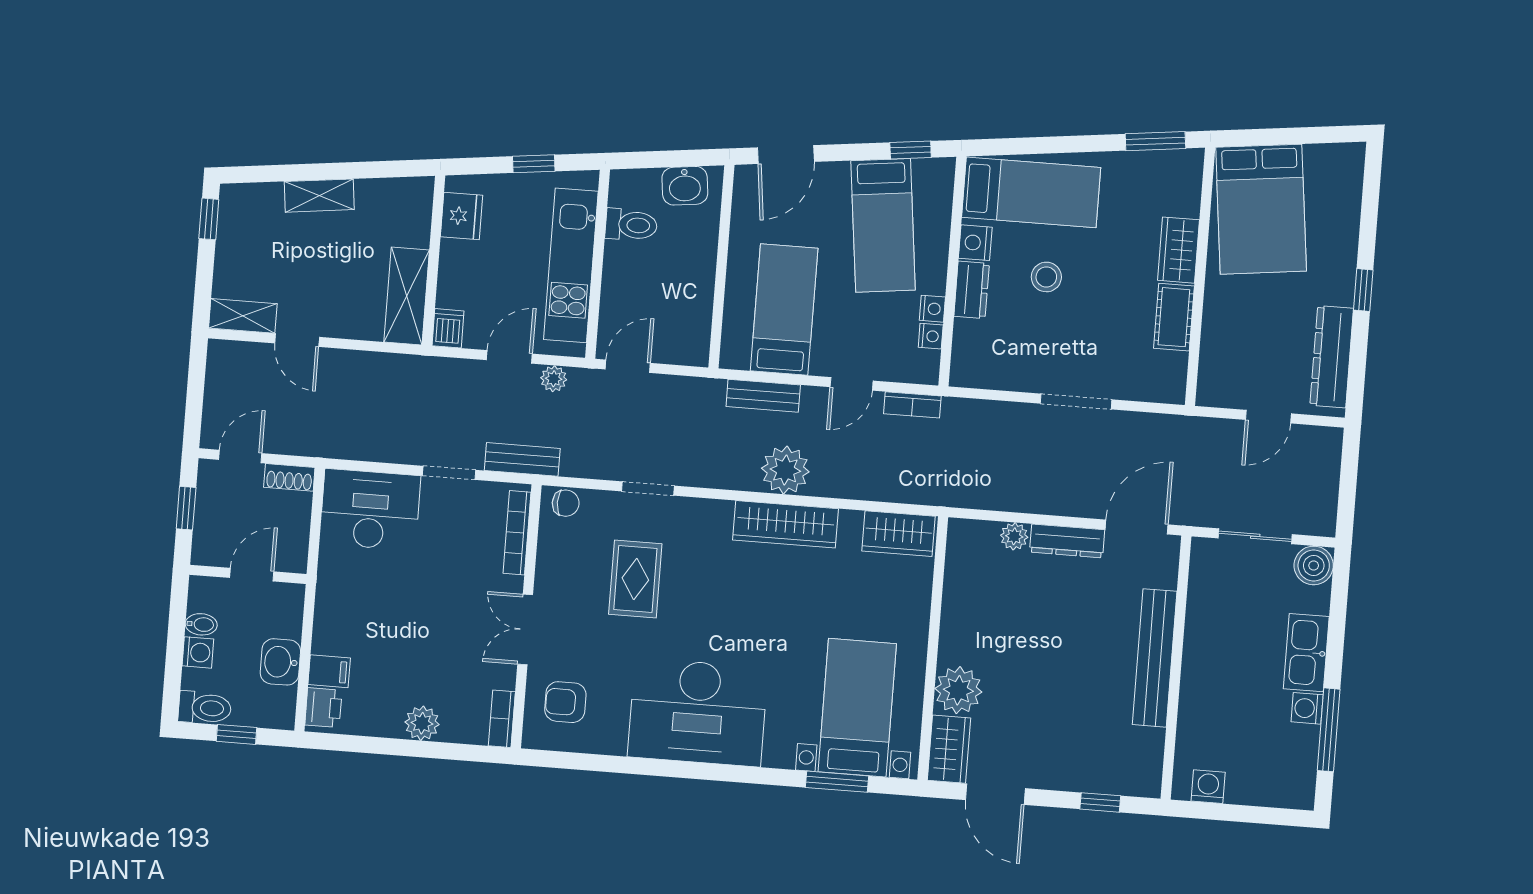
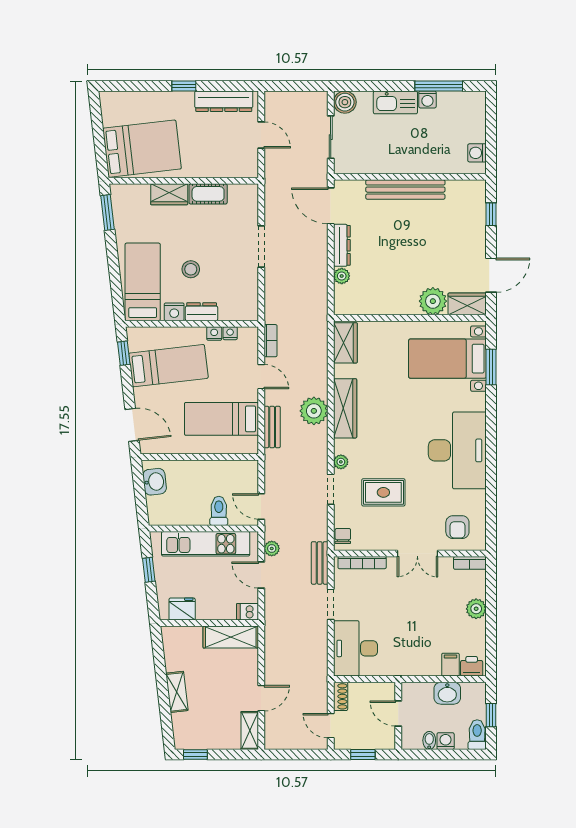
toilet: (631, 225) -> (219, 511), moved
plant: (694, 510) -> (341, 462), added

